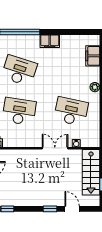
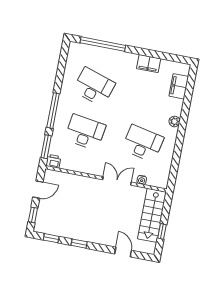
filing cabinet: (50, 41) -> (149, 64), moved
window: (50, 209) -> (79, 244), moved

